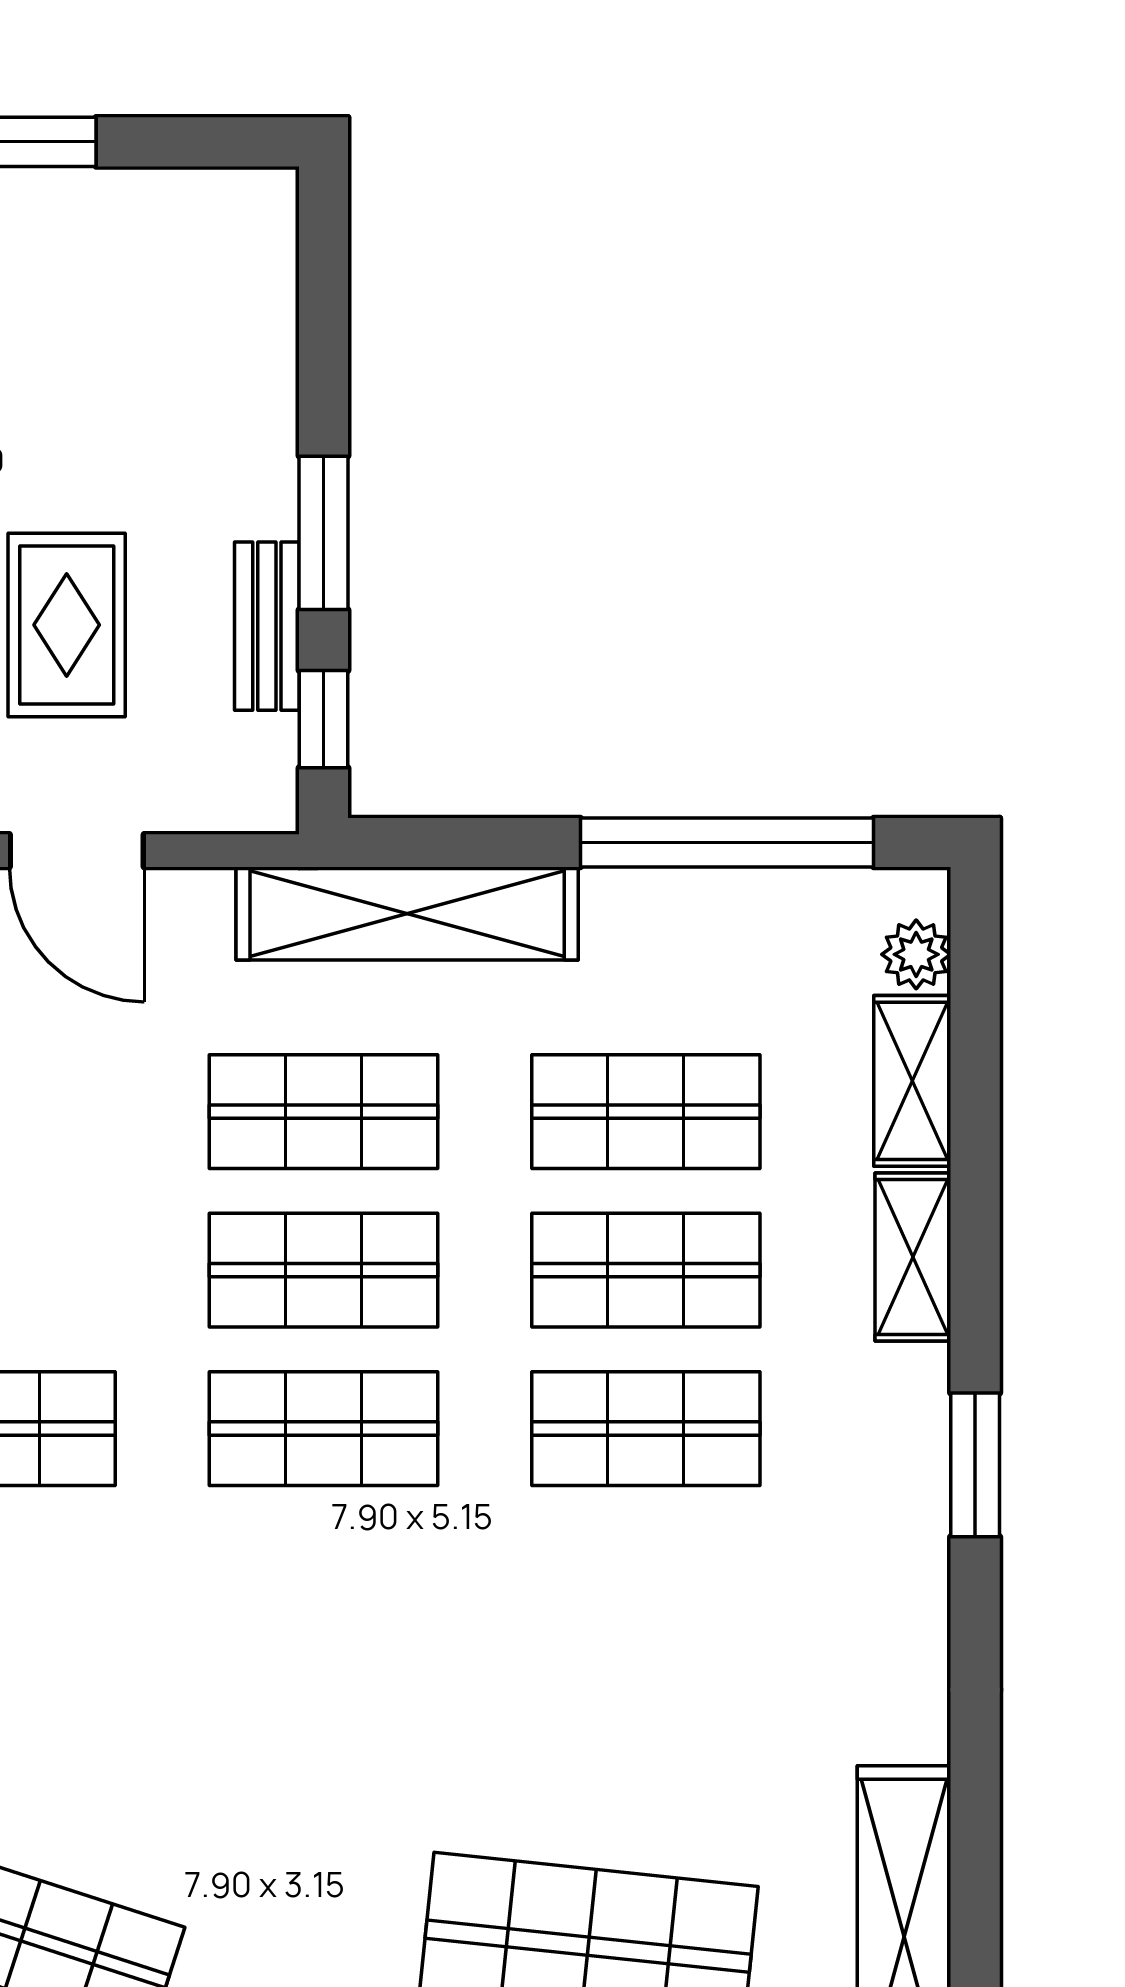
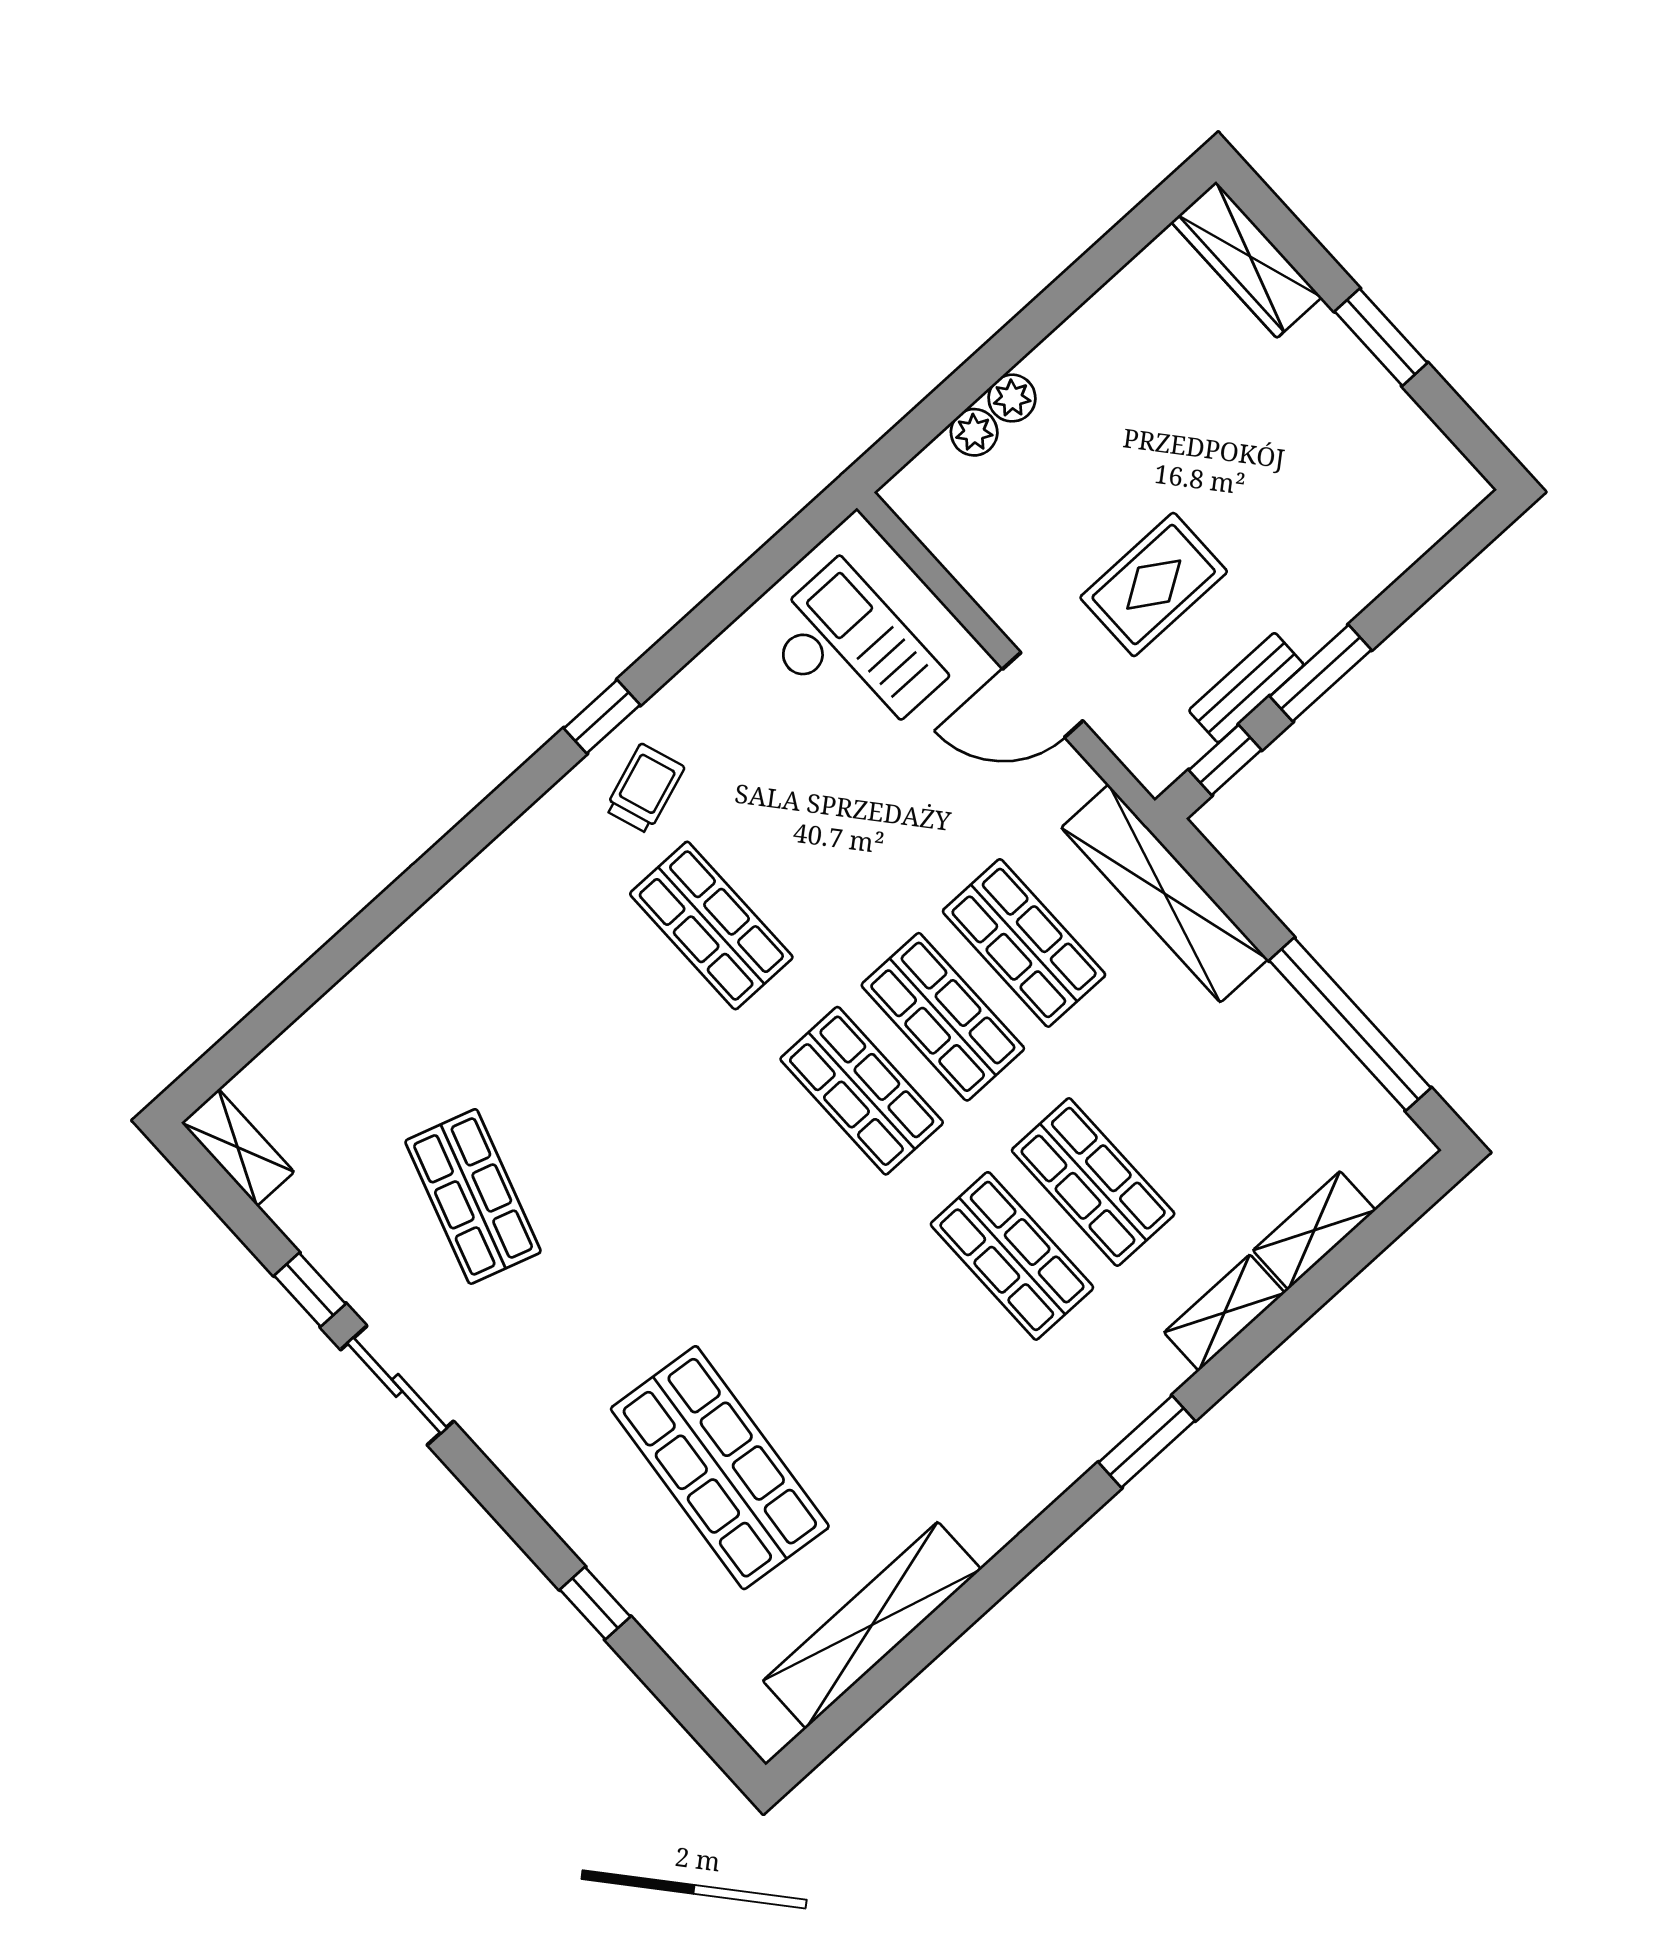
door: (77, 851) -> (1043, 695), hinge flipped
plant: (916, 954) -> (1381, 1173), removed
shop shelf: (646, 1112) -> (1174, 1108), removed

